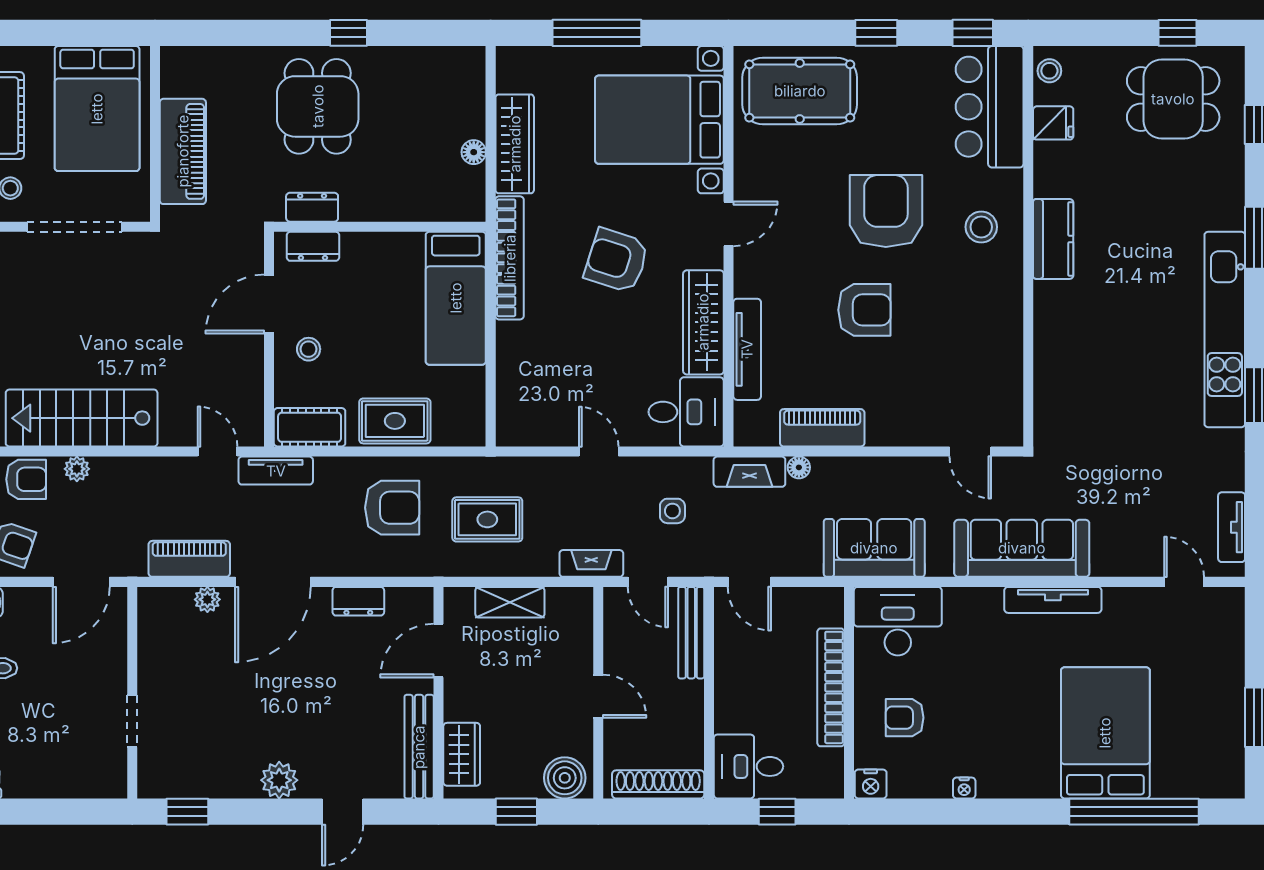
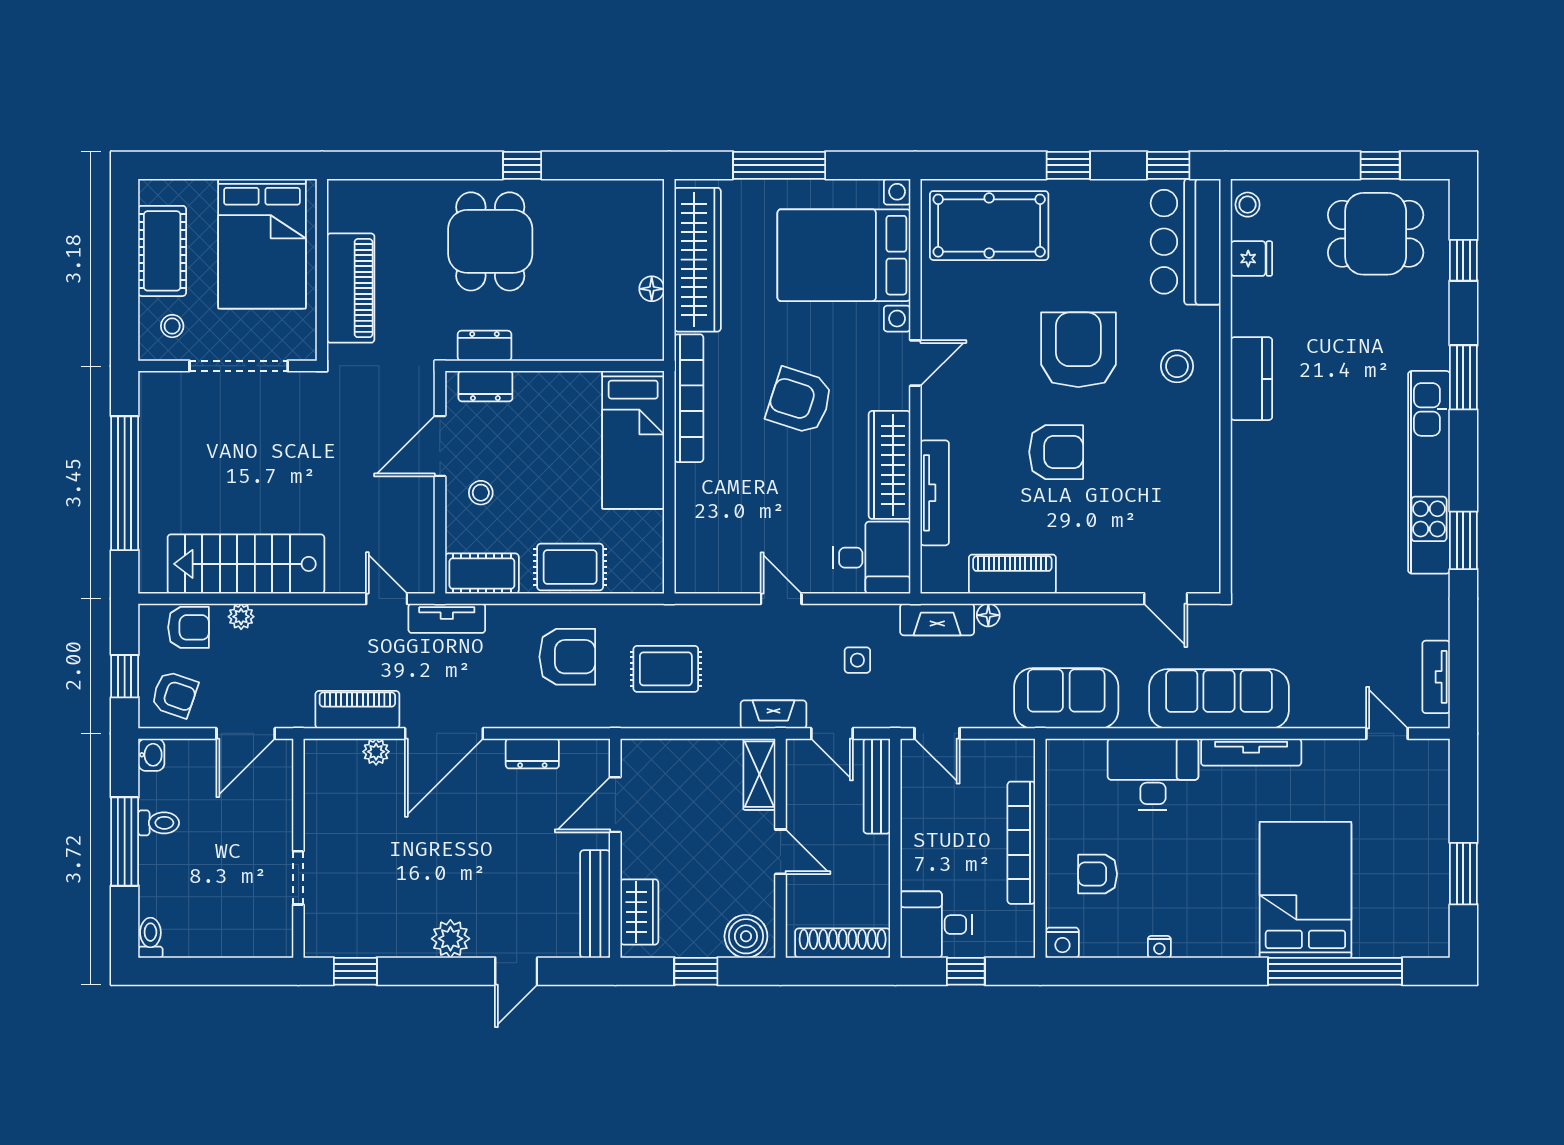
wardrobe: (515, 144) -> (698, 260), width x1.40, depth x1.17
shelving: (510, 602) -> (759, 774), moved, turned 90
desk: (898, 621) -> (1153, 774), moved

